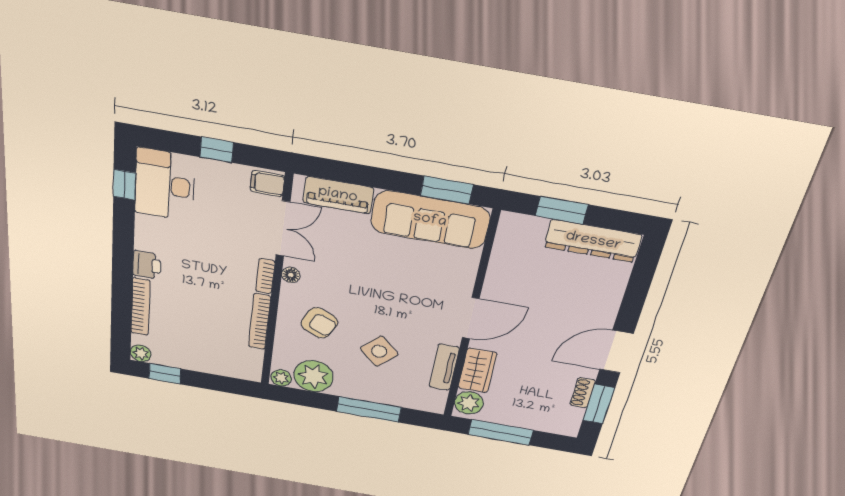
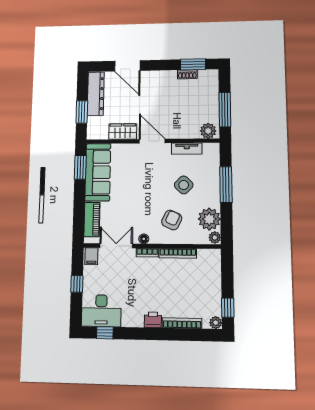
door: (616, 352) -> (127, 66), moved
wardrobe: (477, 370) -> (123, 131), moved

